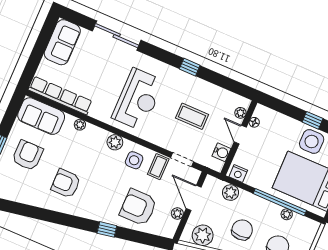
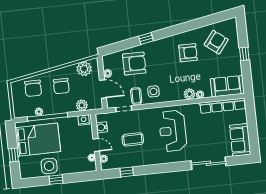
window: (190, 67) -> (127, 172), moved
plant: (115, 142) -> (189, 94), moved
armchair: (28, 155) -> (216, 42), moved, turned -142

